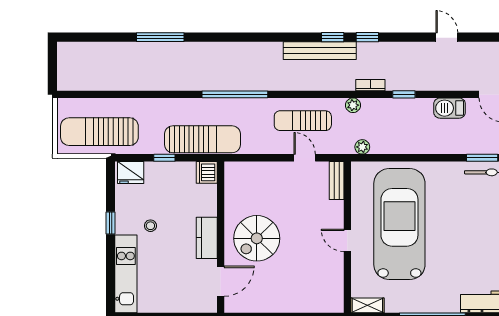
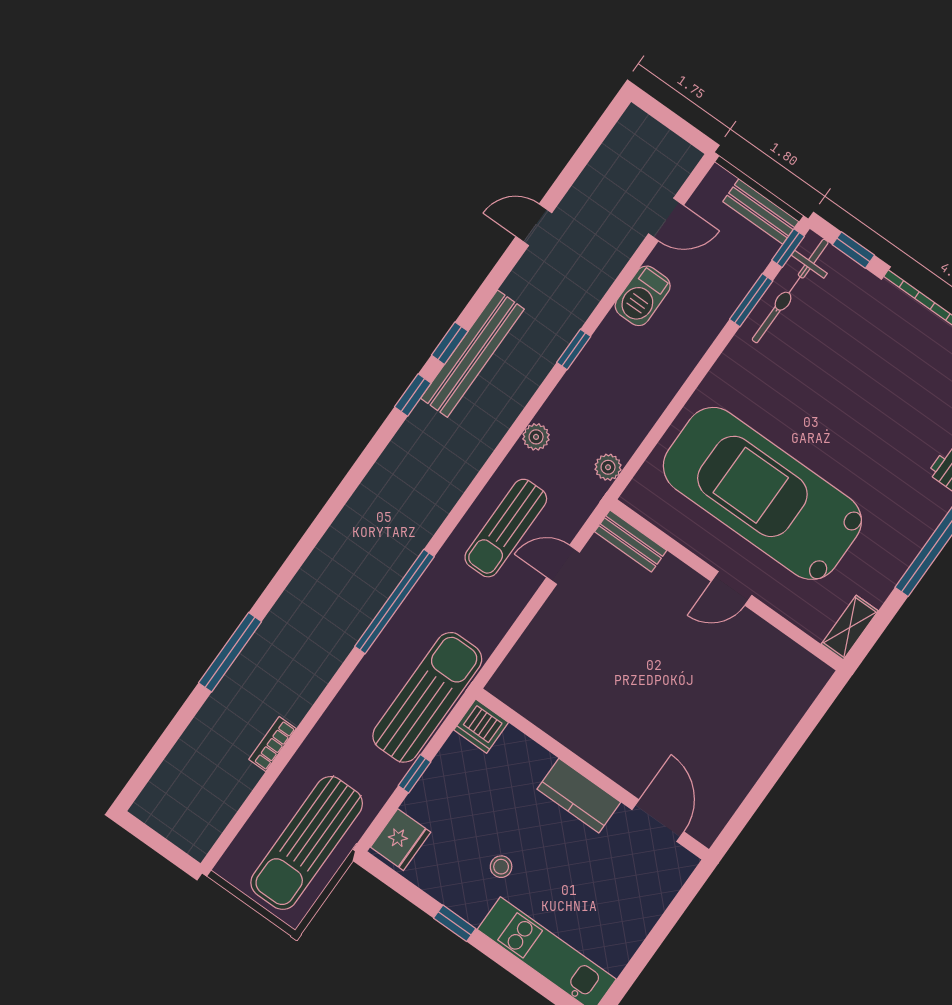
bench: (320, 51) -> (472, 354), moved
bookcase: (370, 85) -> (273, 744), moved
spiral stairs: (257, 238) -> (633, 721), removed

